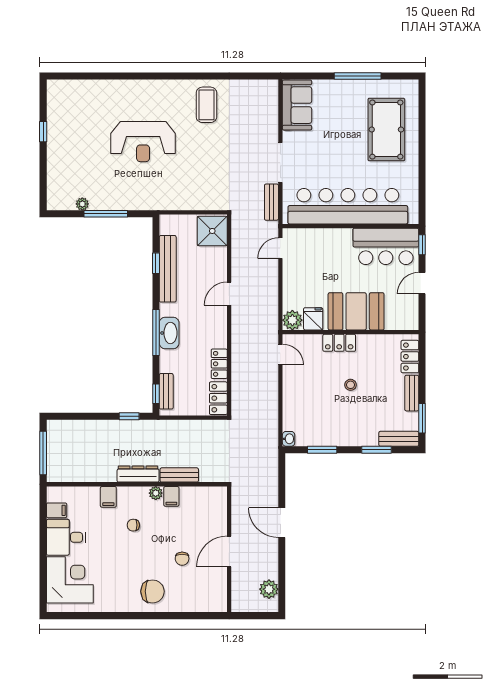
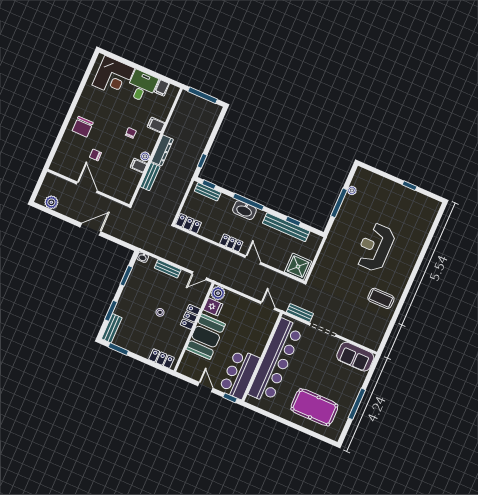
locker: (219, 364) -> (231, 243), moved
bench: (412, 393) -> (168, 269), moved

